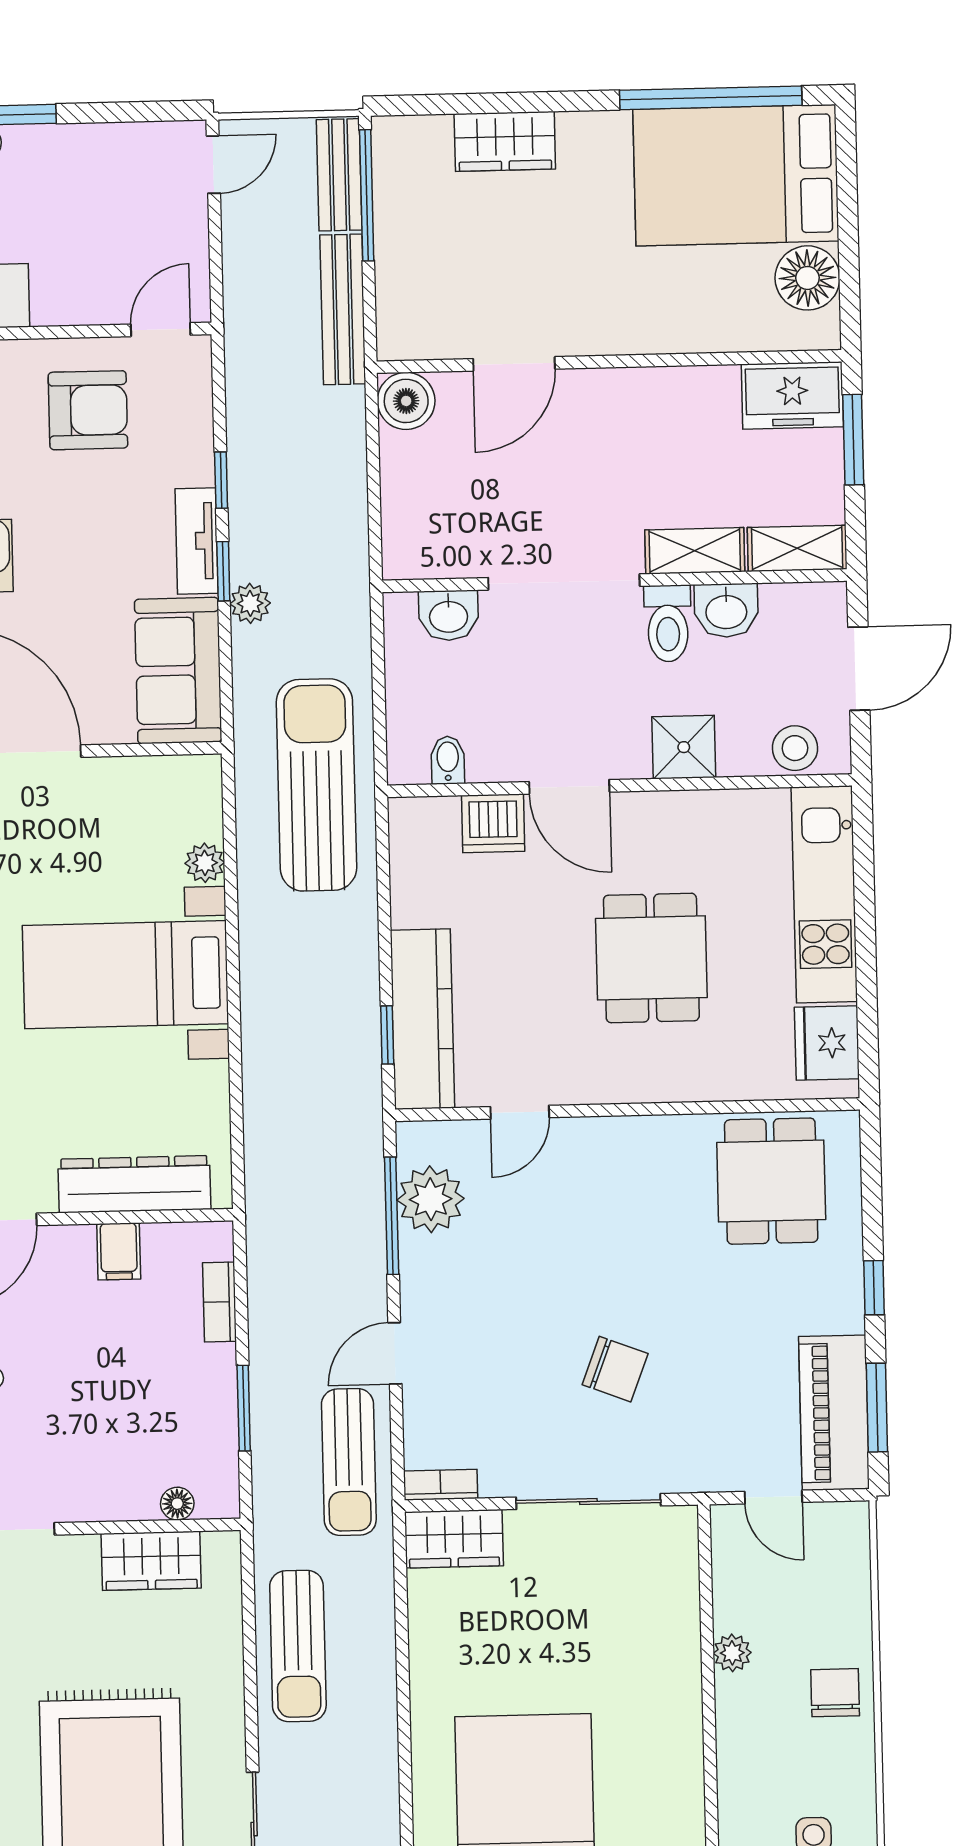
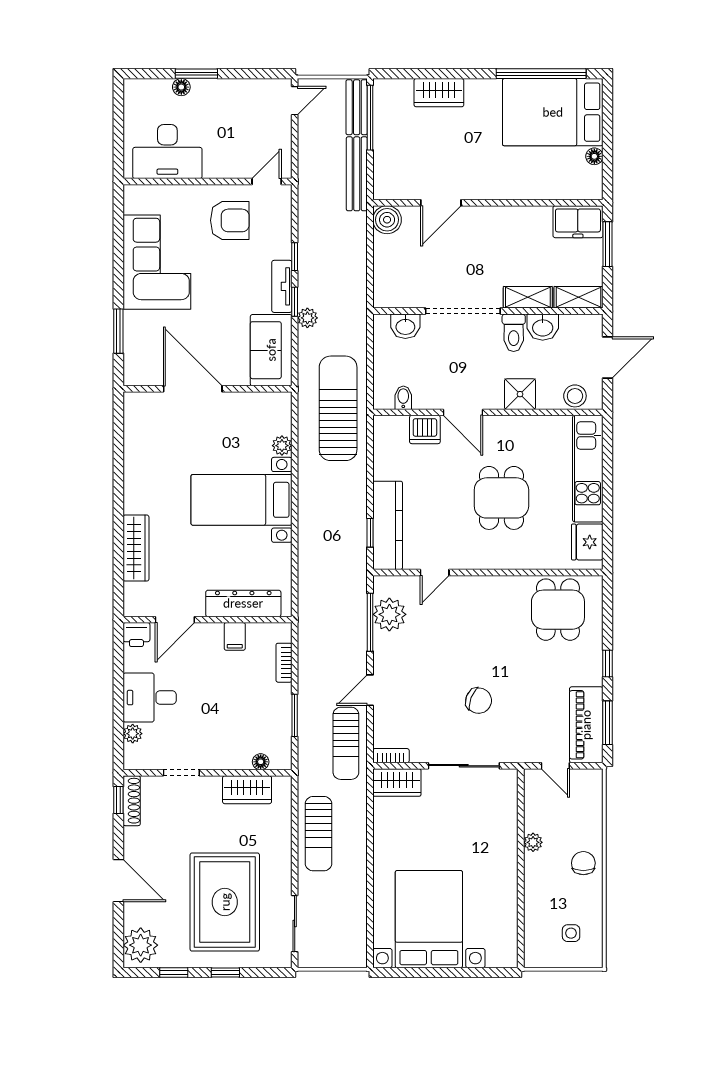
floor lamp: (807, 278) -> (594, 156), width x0.53, depth x0.53

